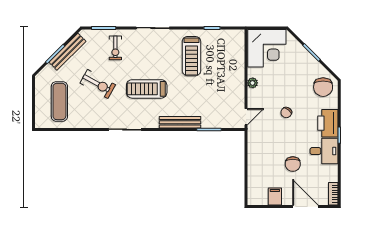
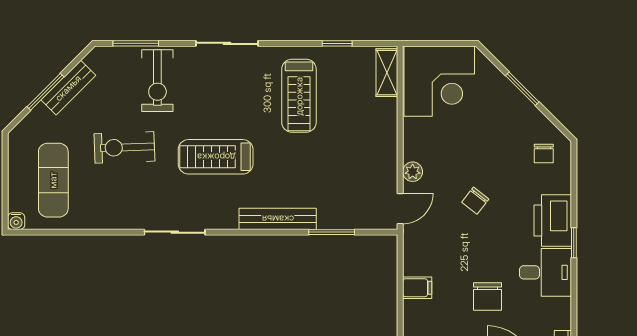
shelving: (239, 44) -> (387, 73), added
exercise bike: (115, 48) -> (157, 81), width x1.38, depth x1.39
bench: (67, 52) -> (68, 88), width x0.73
plant: (253, 83) -> (413, 172), moved
exercise bike: (98, 84) -> (124, 147), turned 149
chair: (323, 87) -> (544, 153), width x0.54, depth x0.54
water cooler: (39, 123) -> (16, 221), added
filing cabinet: (255, 159) -> (417, 288), added

